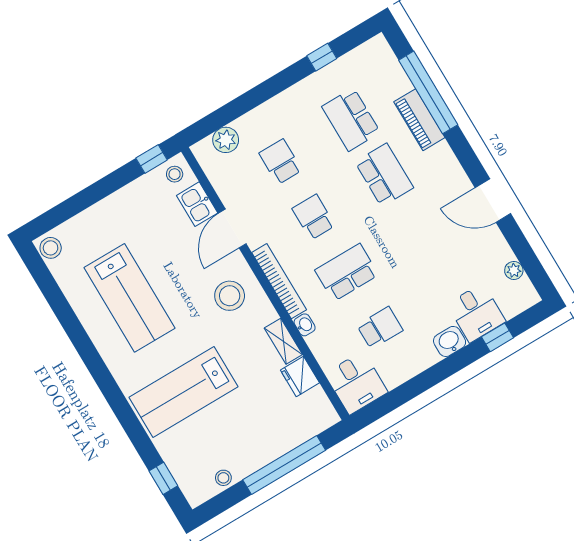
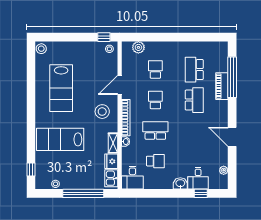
window: (322, 57) -> (198, 37), removed
kitchen sink: (197, 204) -> (111, 178), moved

